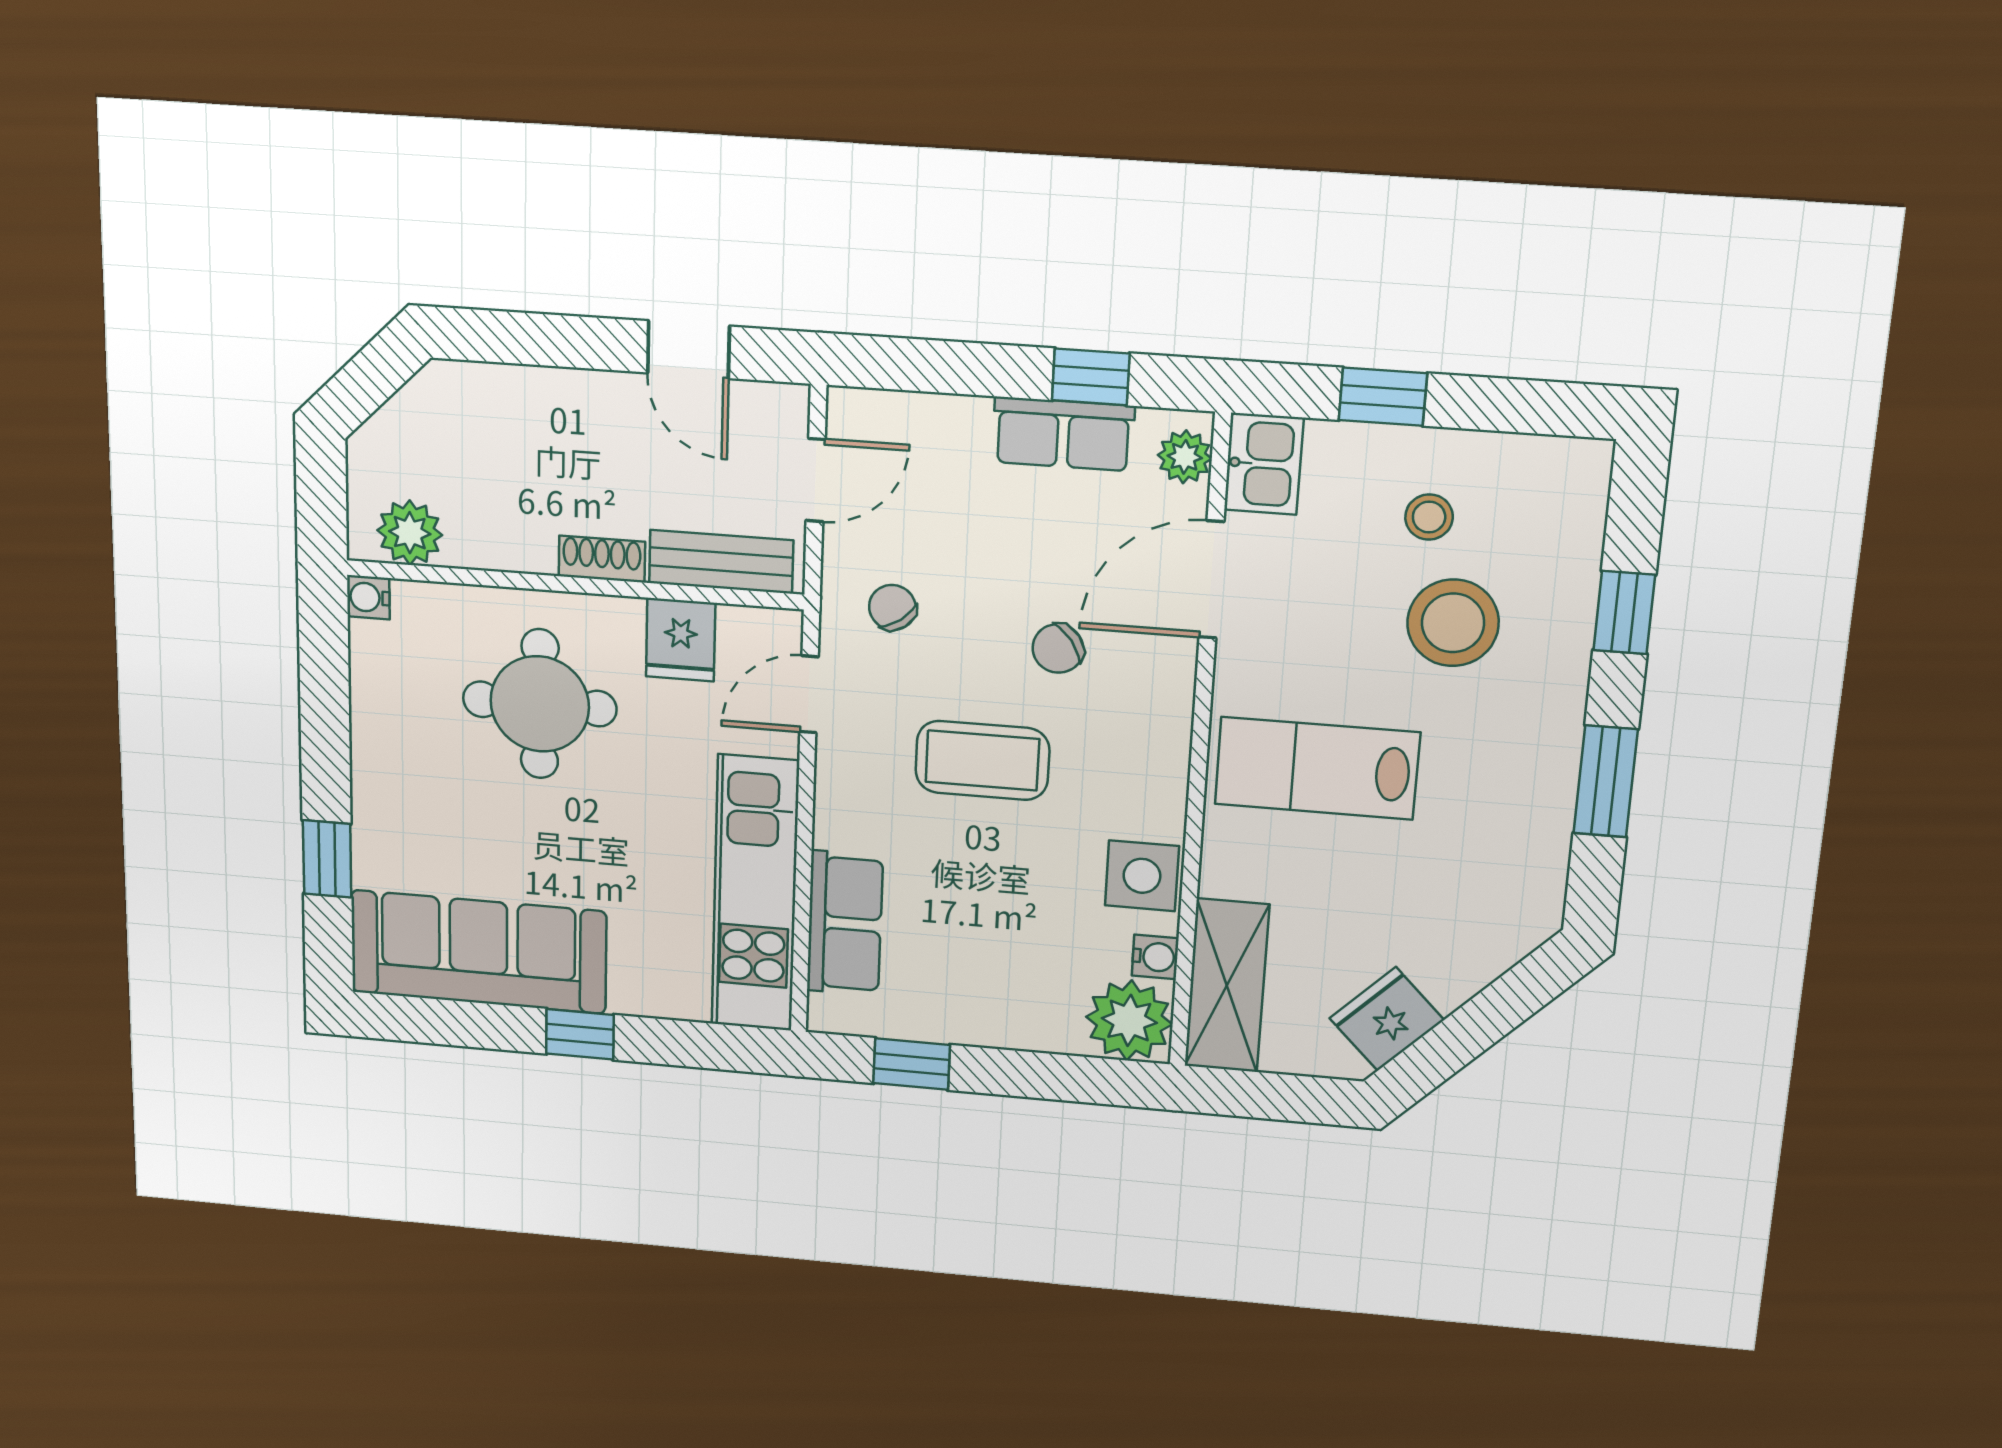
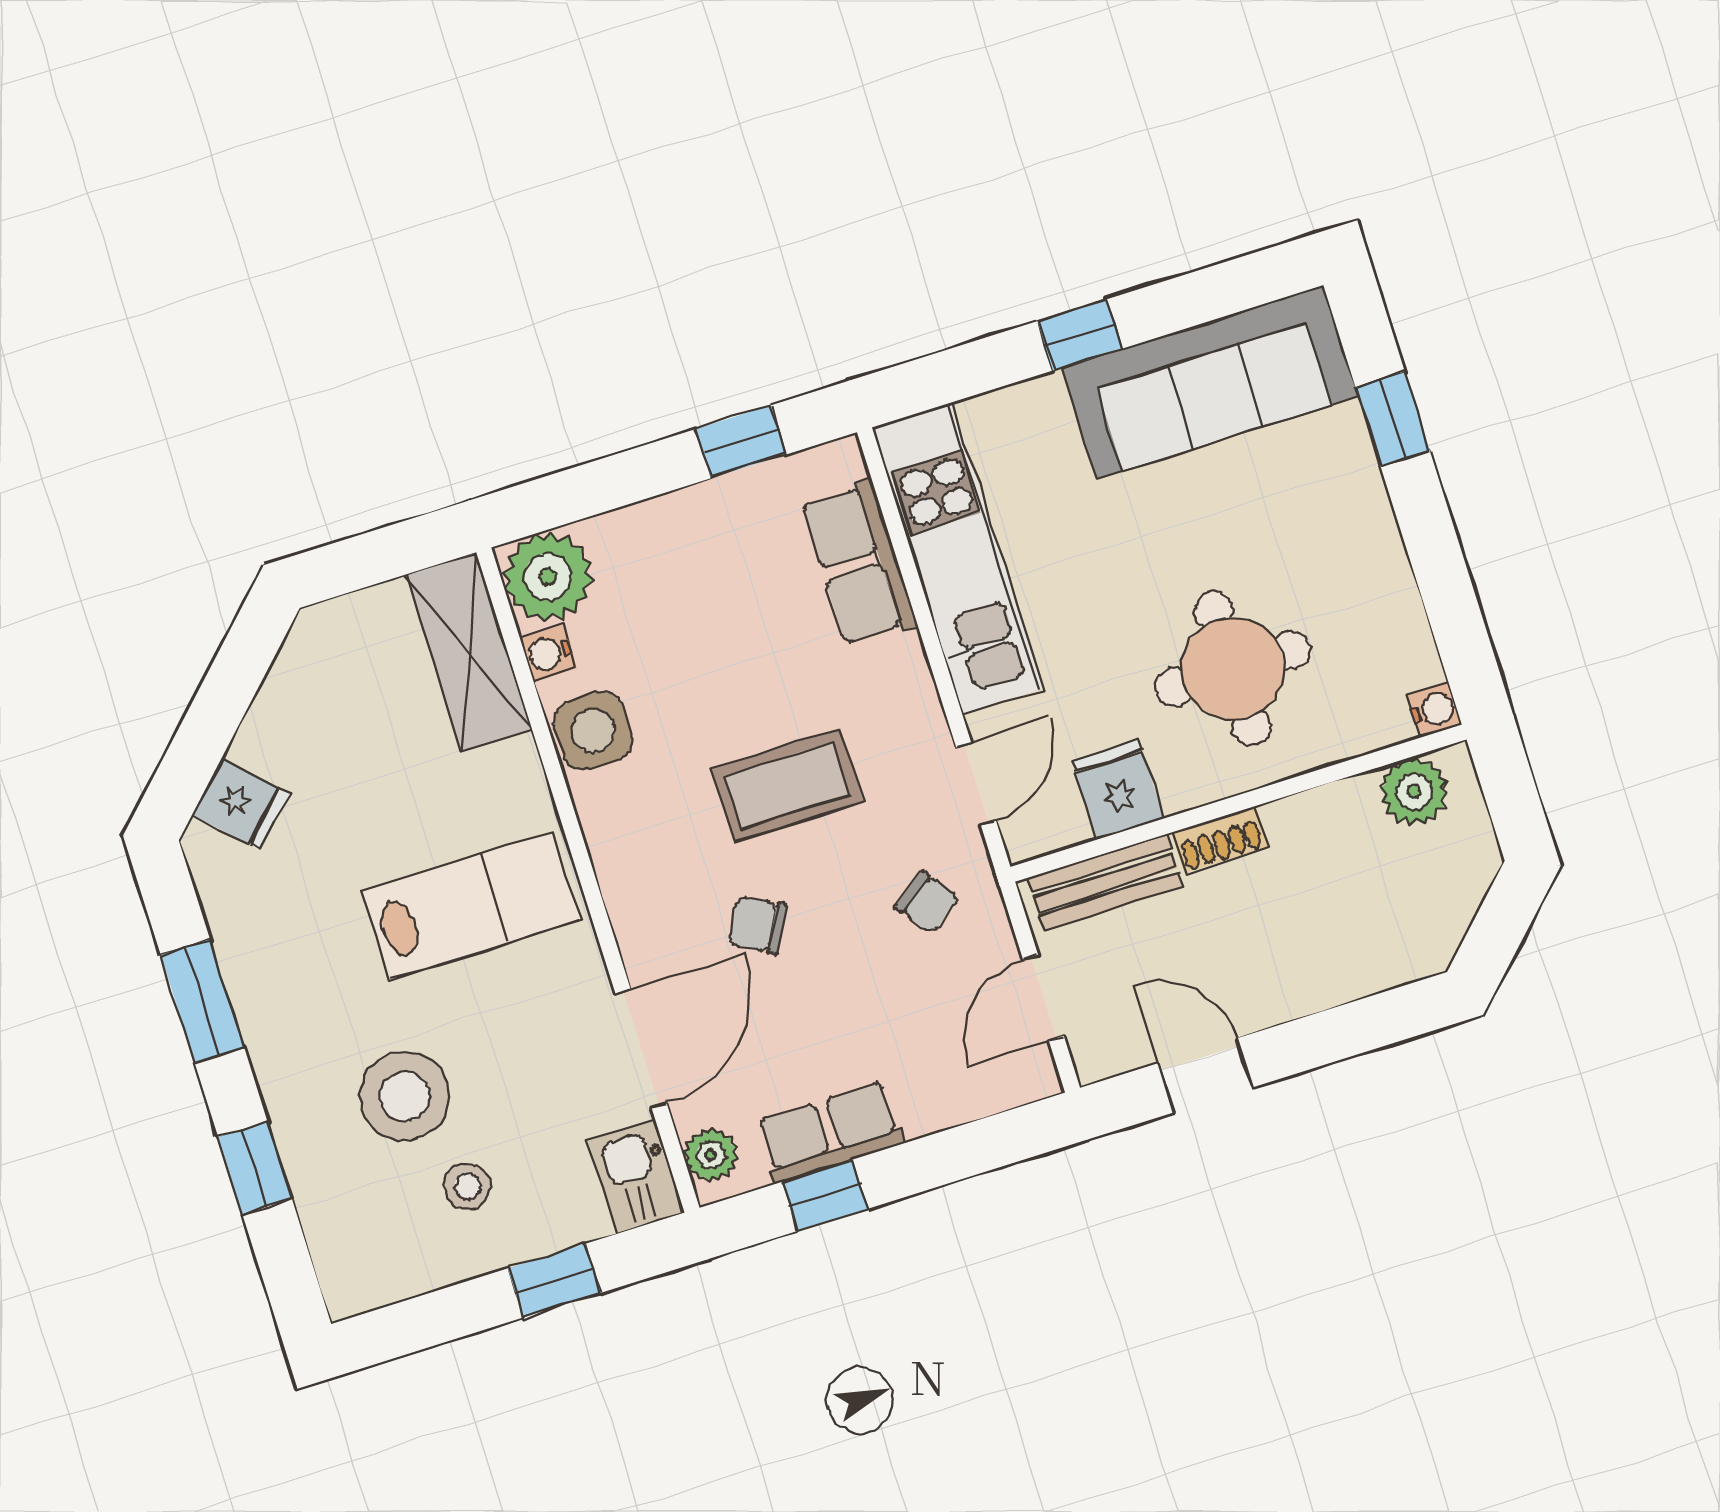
chair: (1058, 649) -> (758, 925), turned -116
fridge: (1387, 1019) -> (241, 804), moved, width x0.72

